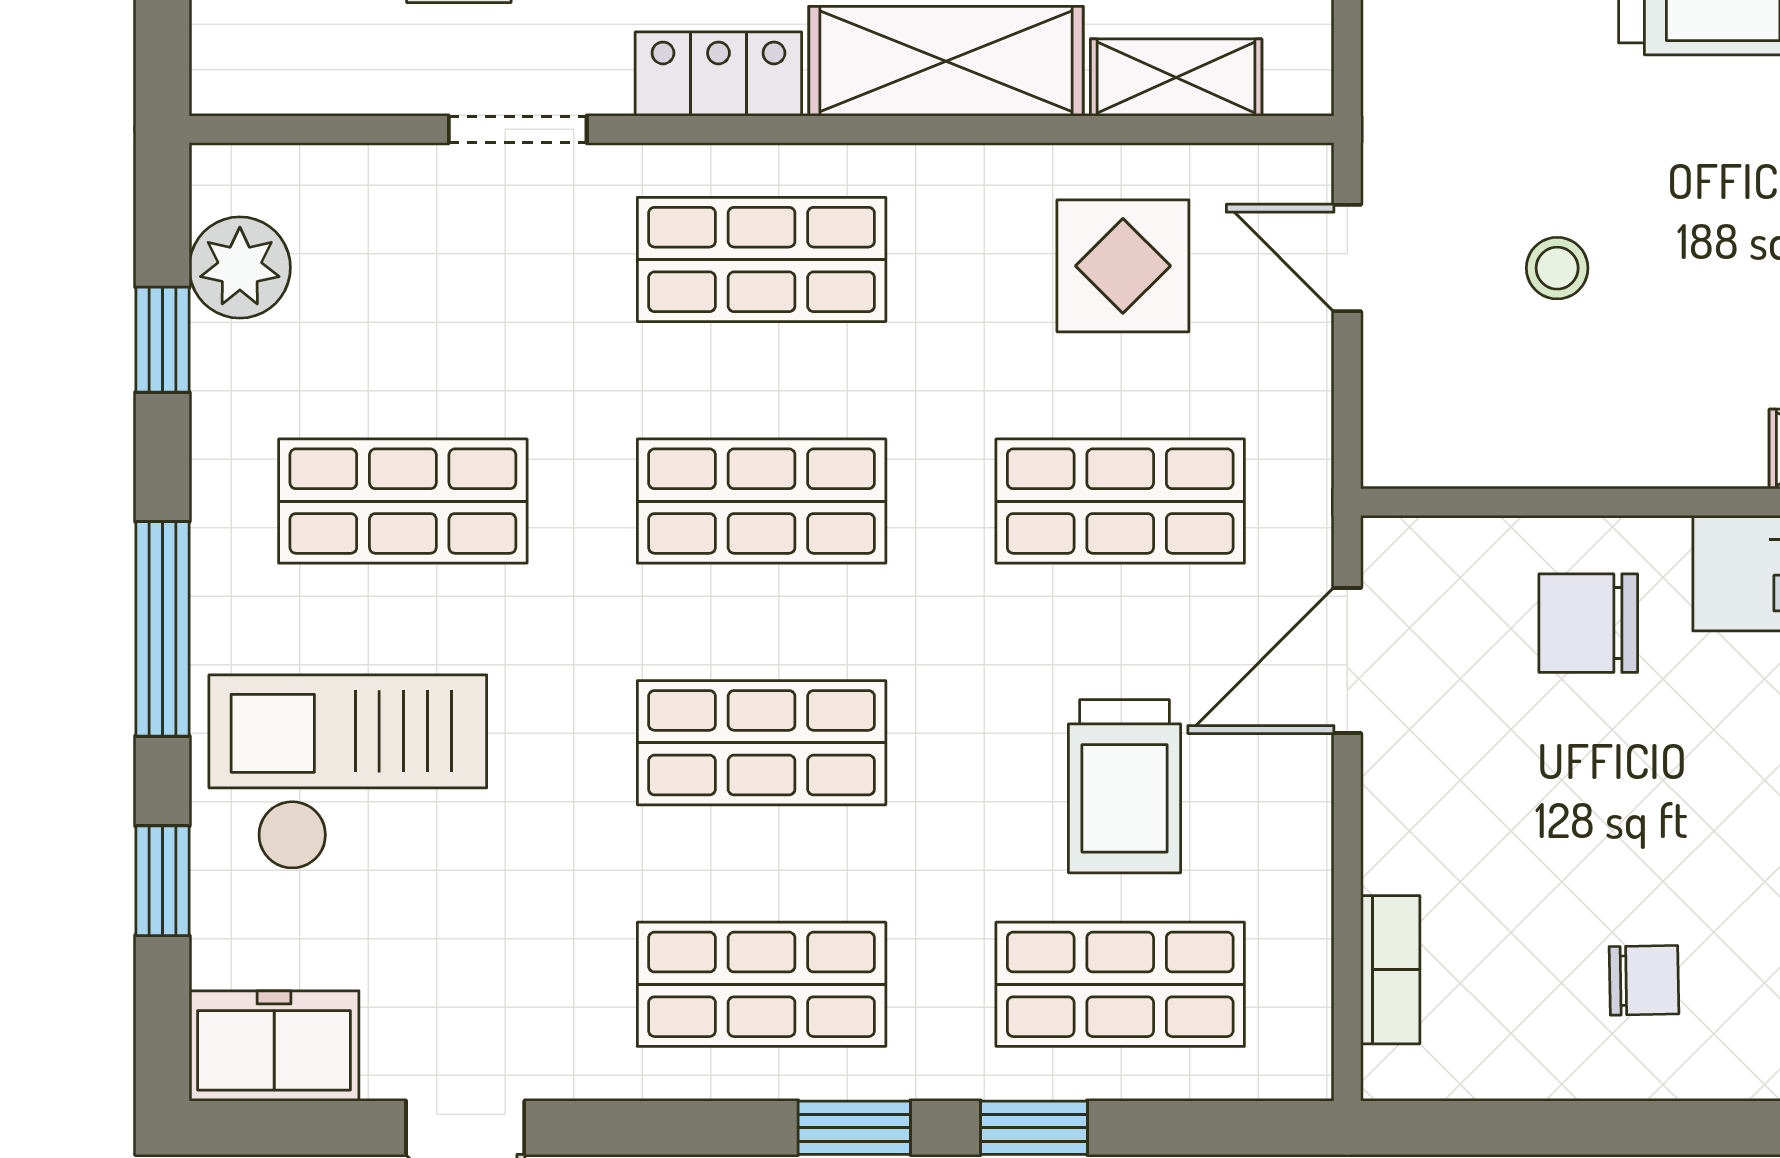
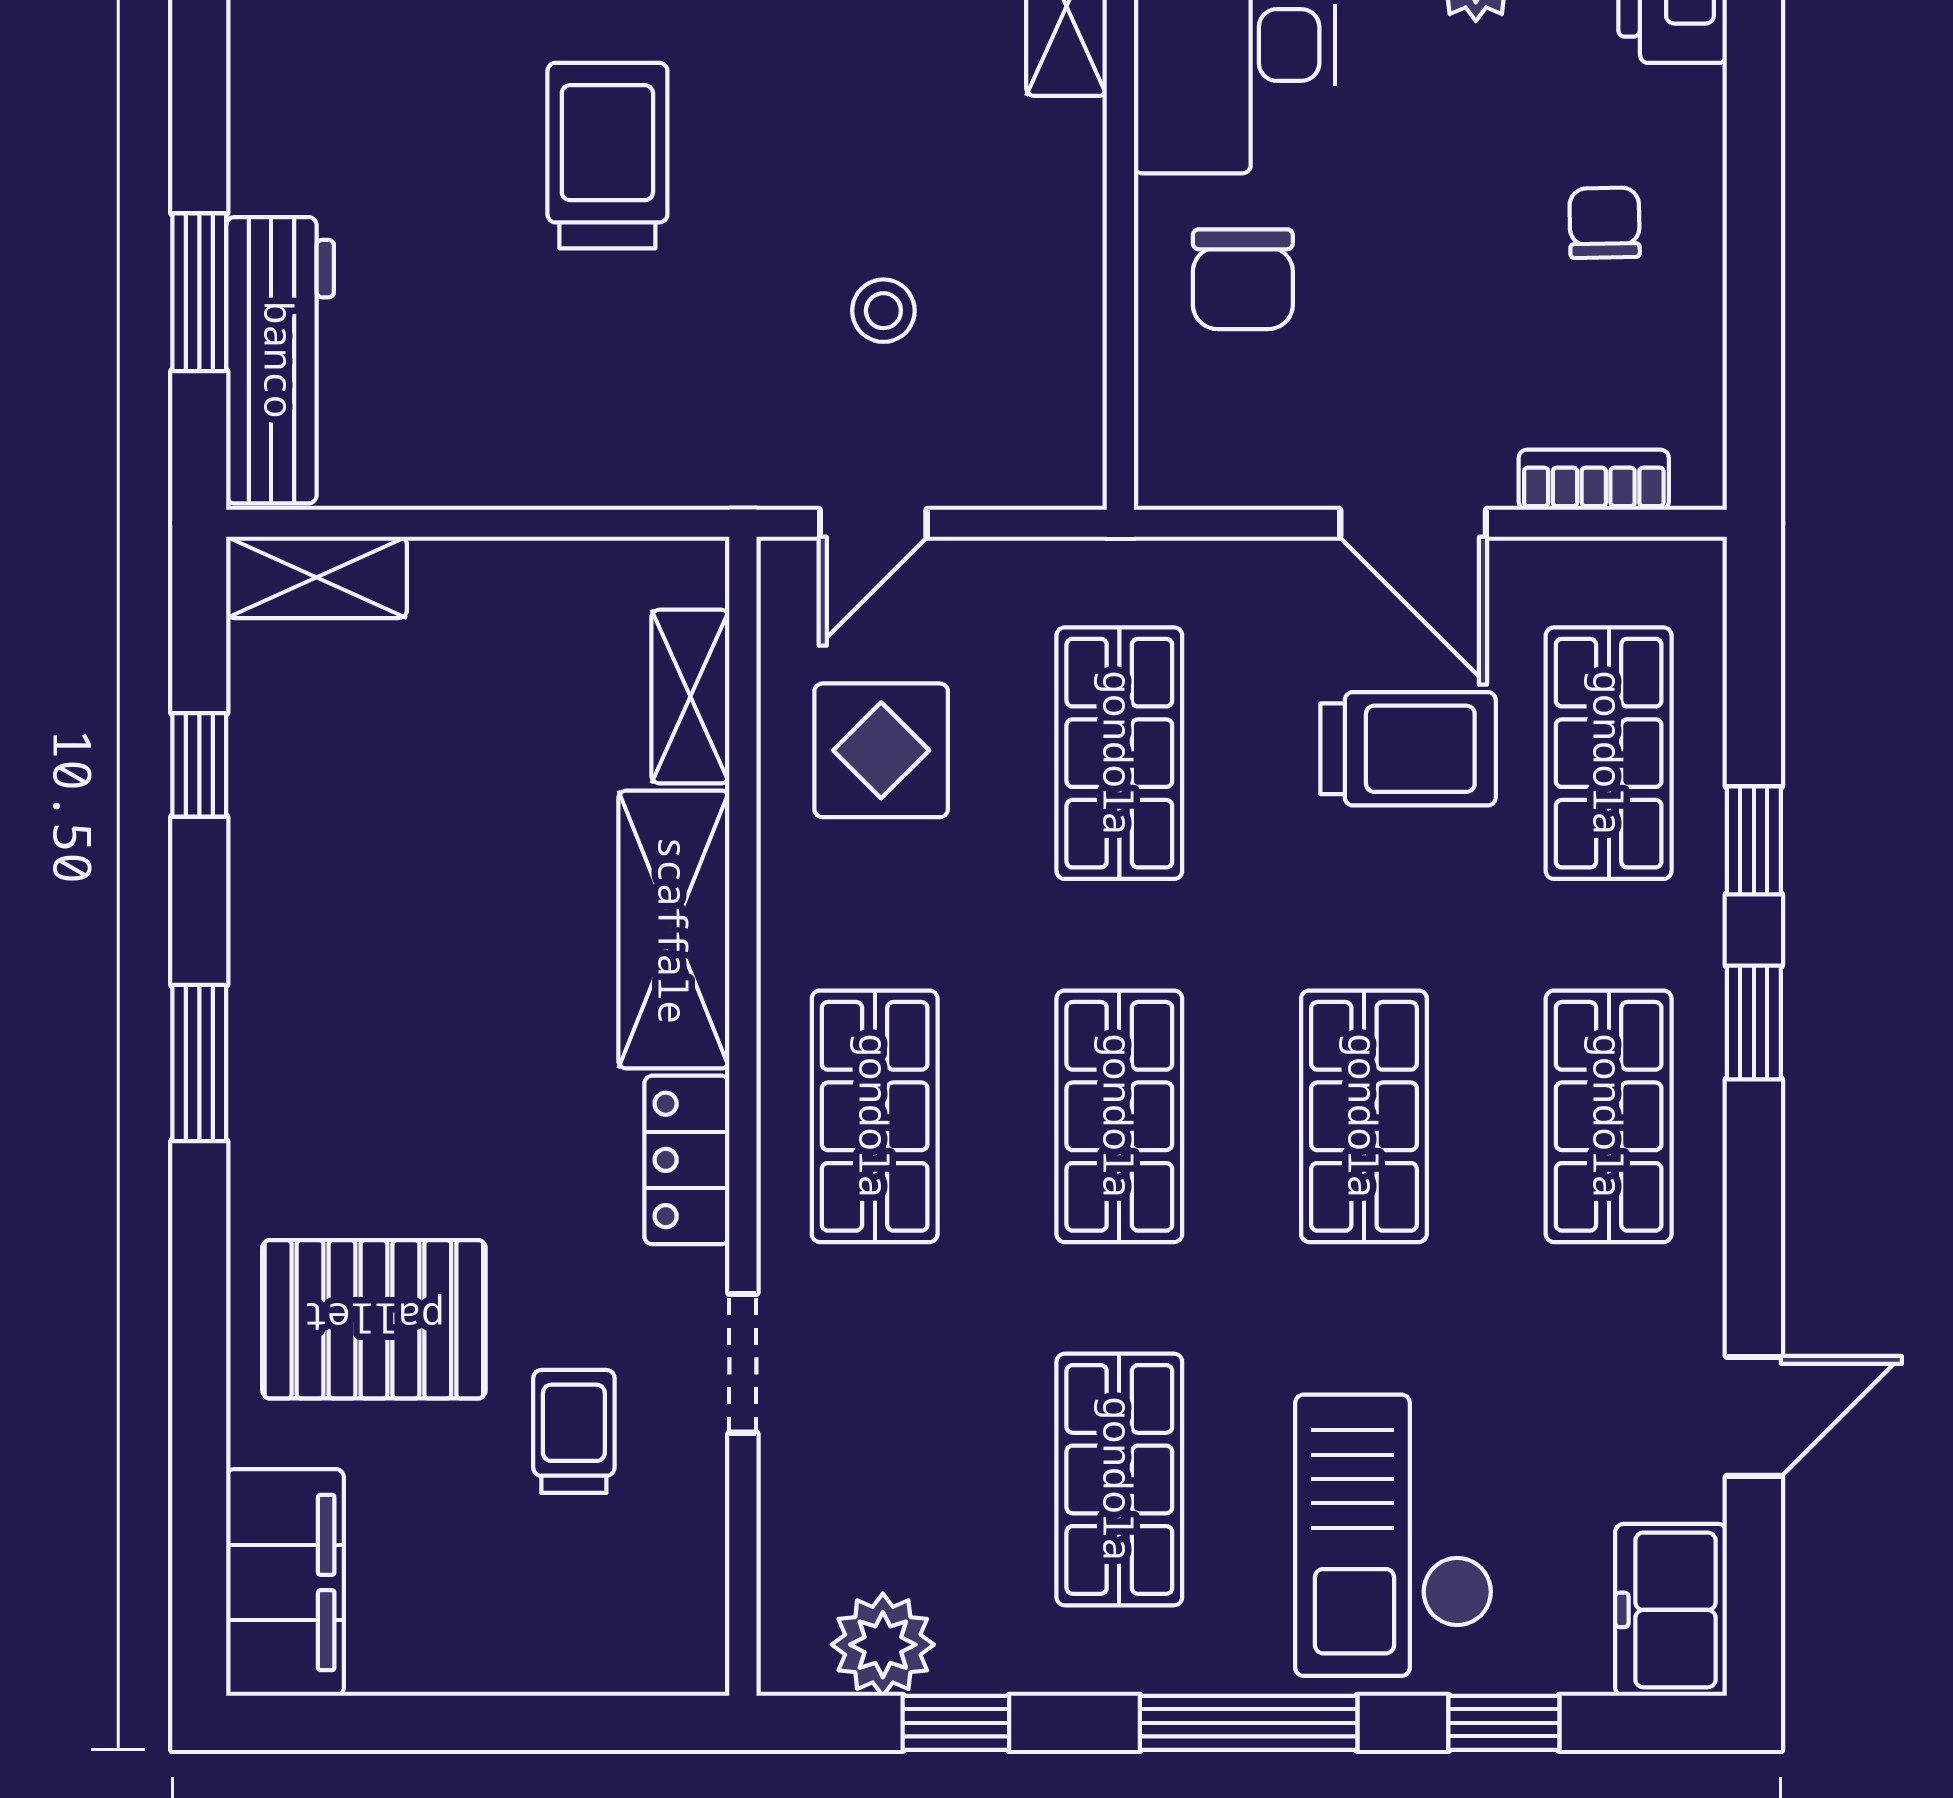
door: (1347, 661) -> (1413, 523), moved

